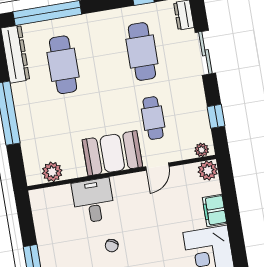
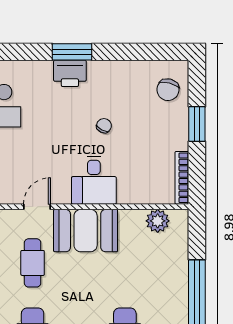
desk: (93, 201) -> (94, 180), moved
bookcase: (38, 212) -> (182, 178), added

